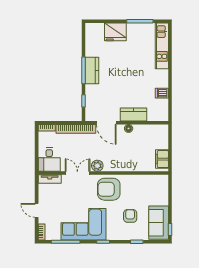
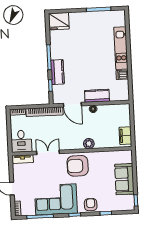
fridge: (115, 32) -> (59, 21), moved
kitchen unit: (162, 46) -> (121, 48), moved
kitchen counter: (92, 70) -> (57, 72), moved
plant: (97, 166) -> (89, 144), moved
armchair: (130, 216) -> (91, 205), moved
sofa: (159, 223) -> (124, 179), moved

